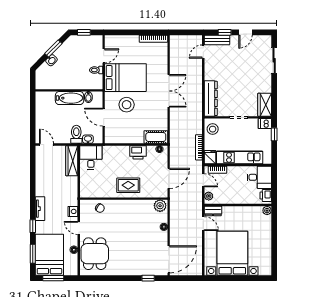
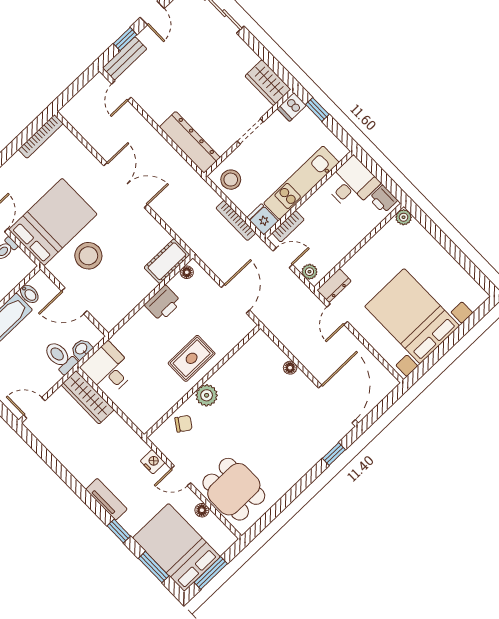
plant: (160, 206) -> (207, 395), moved
door: (203, 224) -> (337, 314), swing flipped

